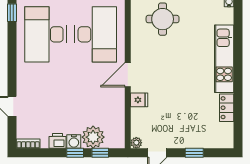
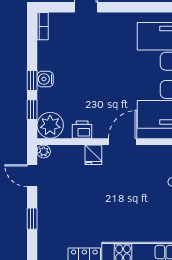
door: (128, 75) -> (123, 142), hinge flipped
plant: (93, 137) -> (50, 125), moved
printer: (58, 141) -> (82, 130), moved, turned -90

